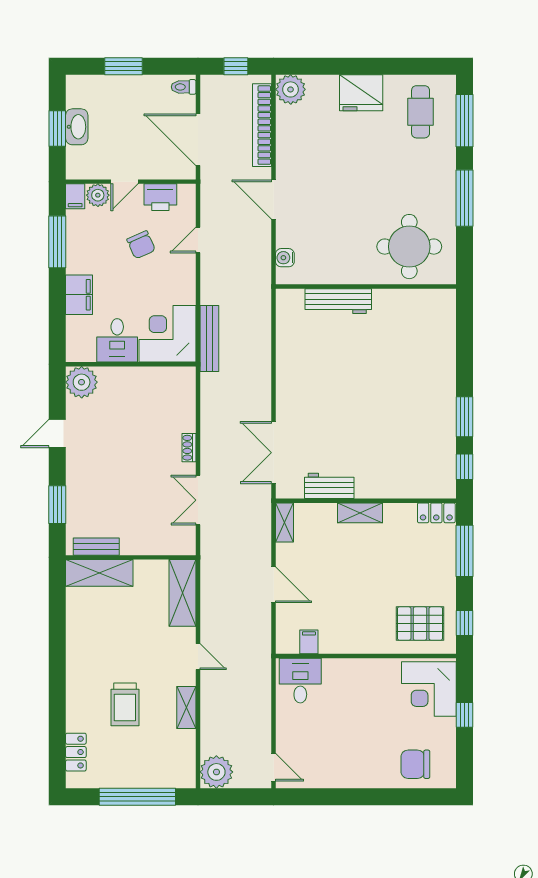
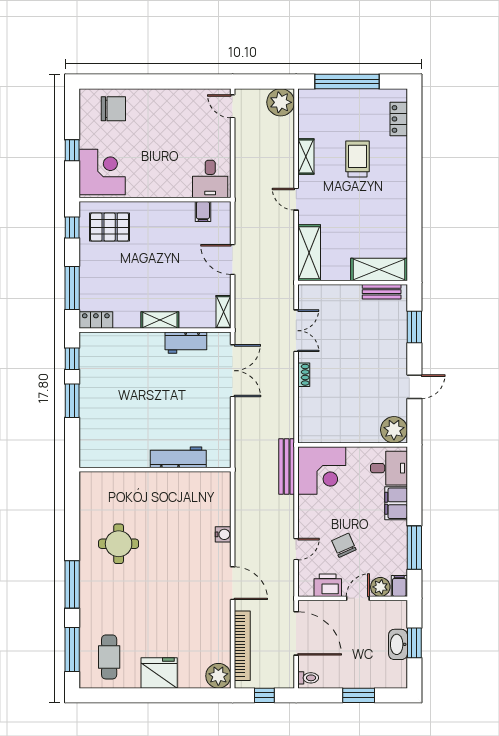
round table: (409, 247) -> (119, 544), width x0.73, depth x0.73
wall: (366, 287) -> (155, 470), moved
workbench: (338, 301) -> (178, 457), moved
desk: (117, 340) -> (389, 468), moved, turned 90

